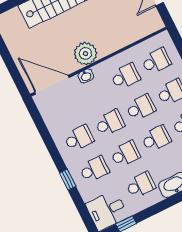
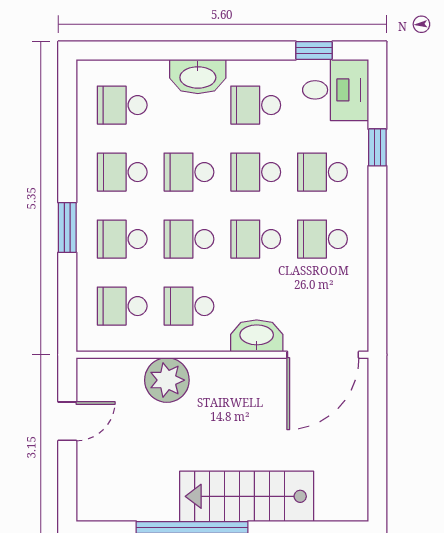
plant: (85, 54) -> (167, 380), moved
washbasin: (86, 76) -> (257, 336), width x1.91, depth x1.45
door: (52, 85) -> (323, 355), hinge flipped
window: (68, 180) -> (377, 147), moved

